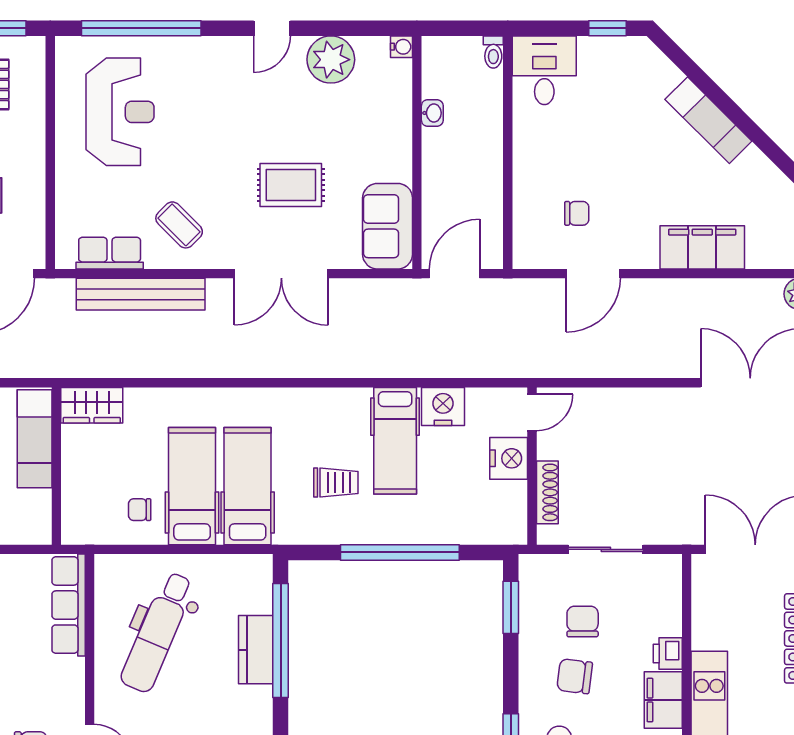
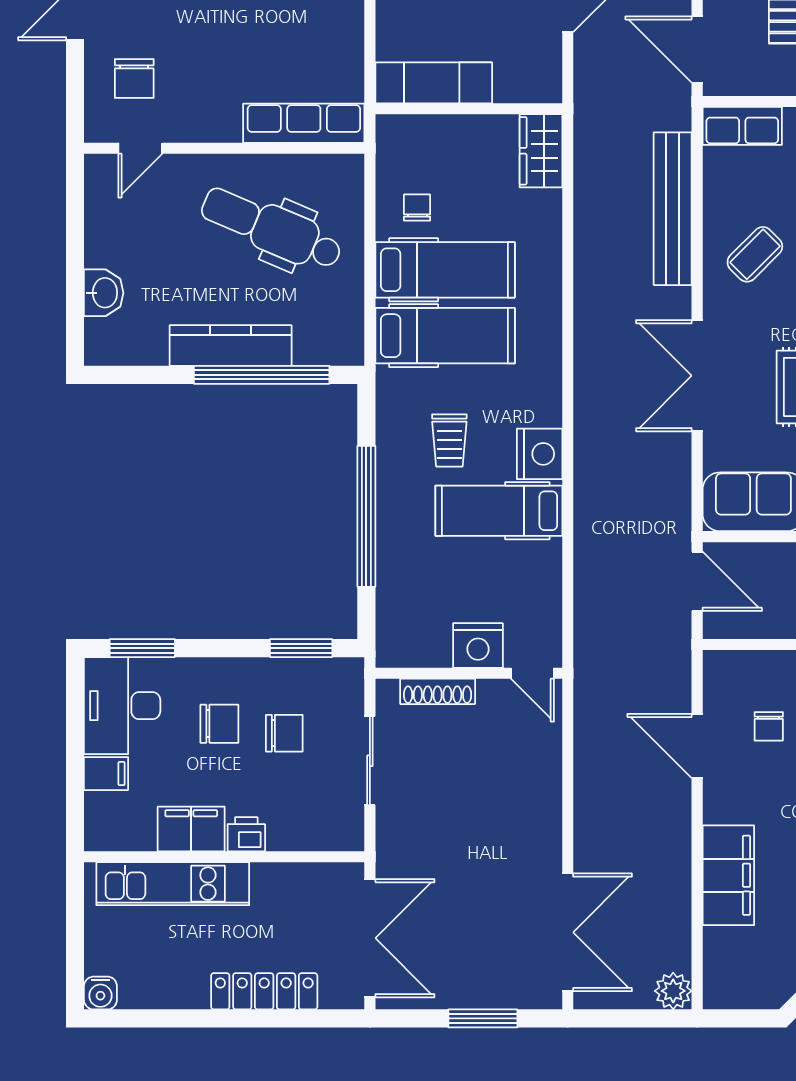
row of seats: (110, 253) -> (742, 126), moved, turned 90
nightstand: (443, 406) -> (540, 454), moved
exam couch: (35, 439) -> (434, 83), moved
kitchen counter: (256, 650) -> (231, 345), width x1.50
chair: (575, 676) -> (219, 724), turned 83

